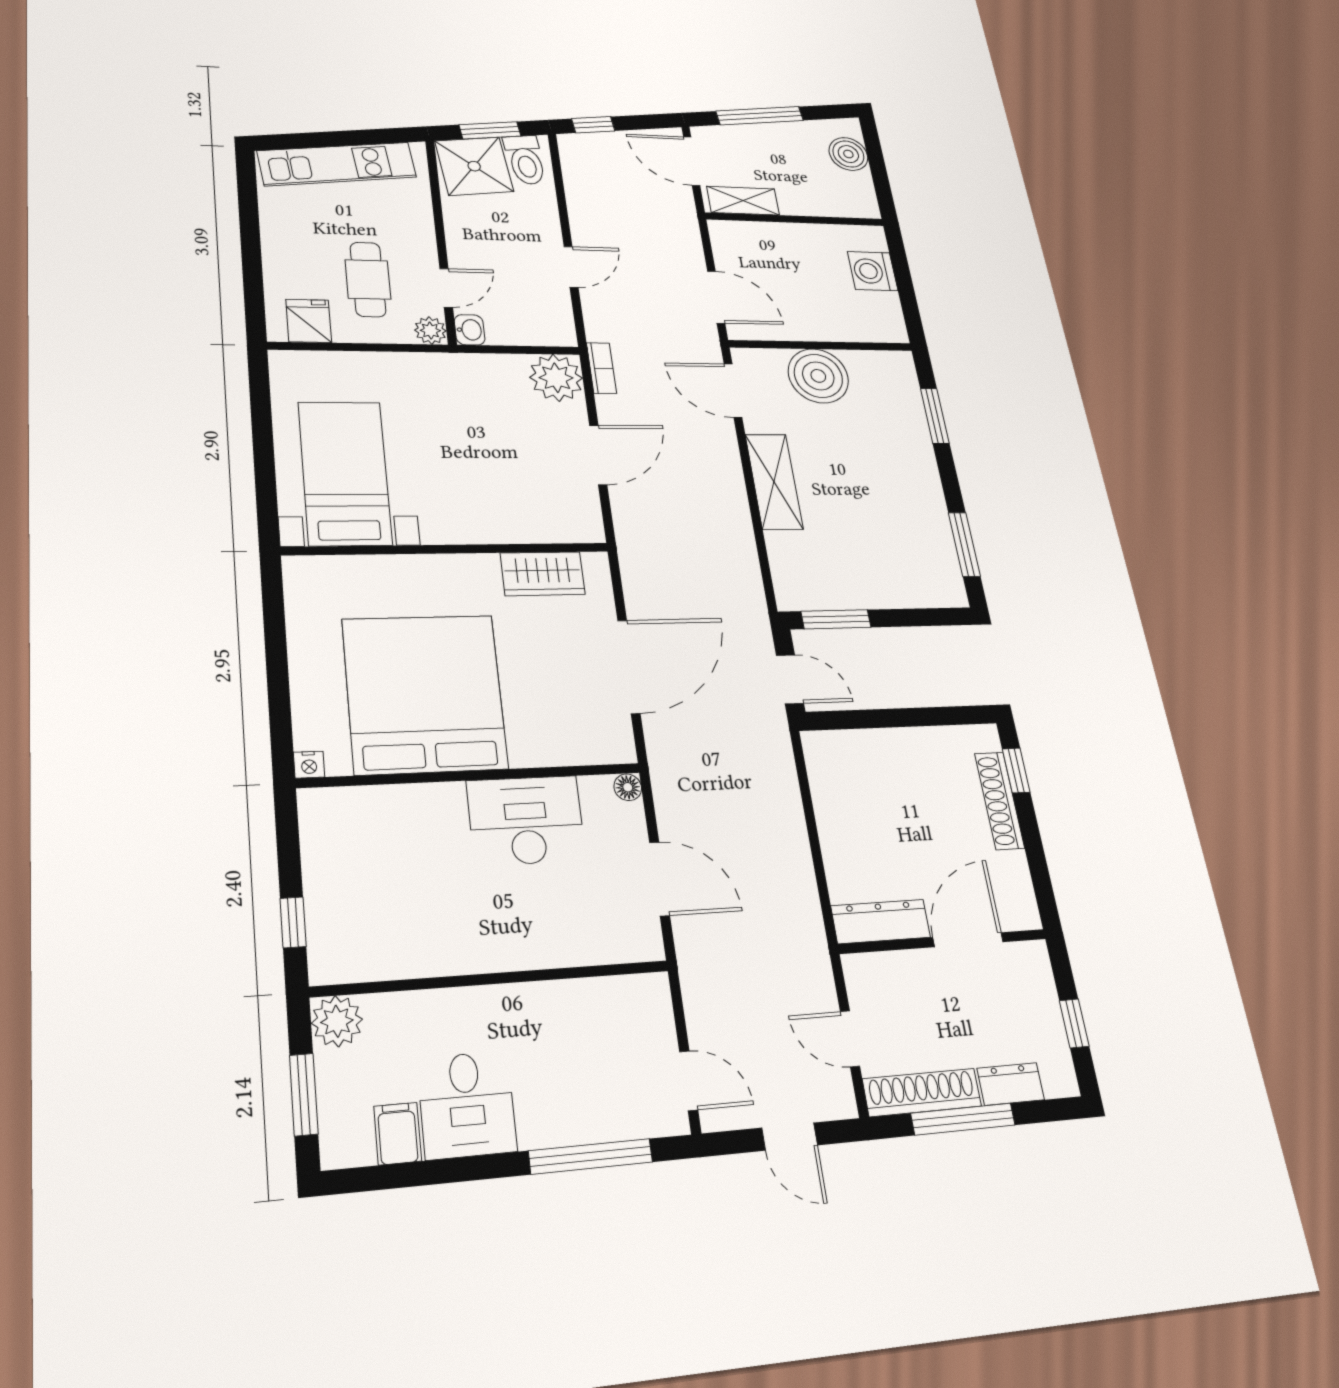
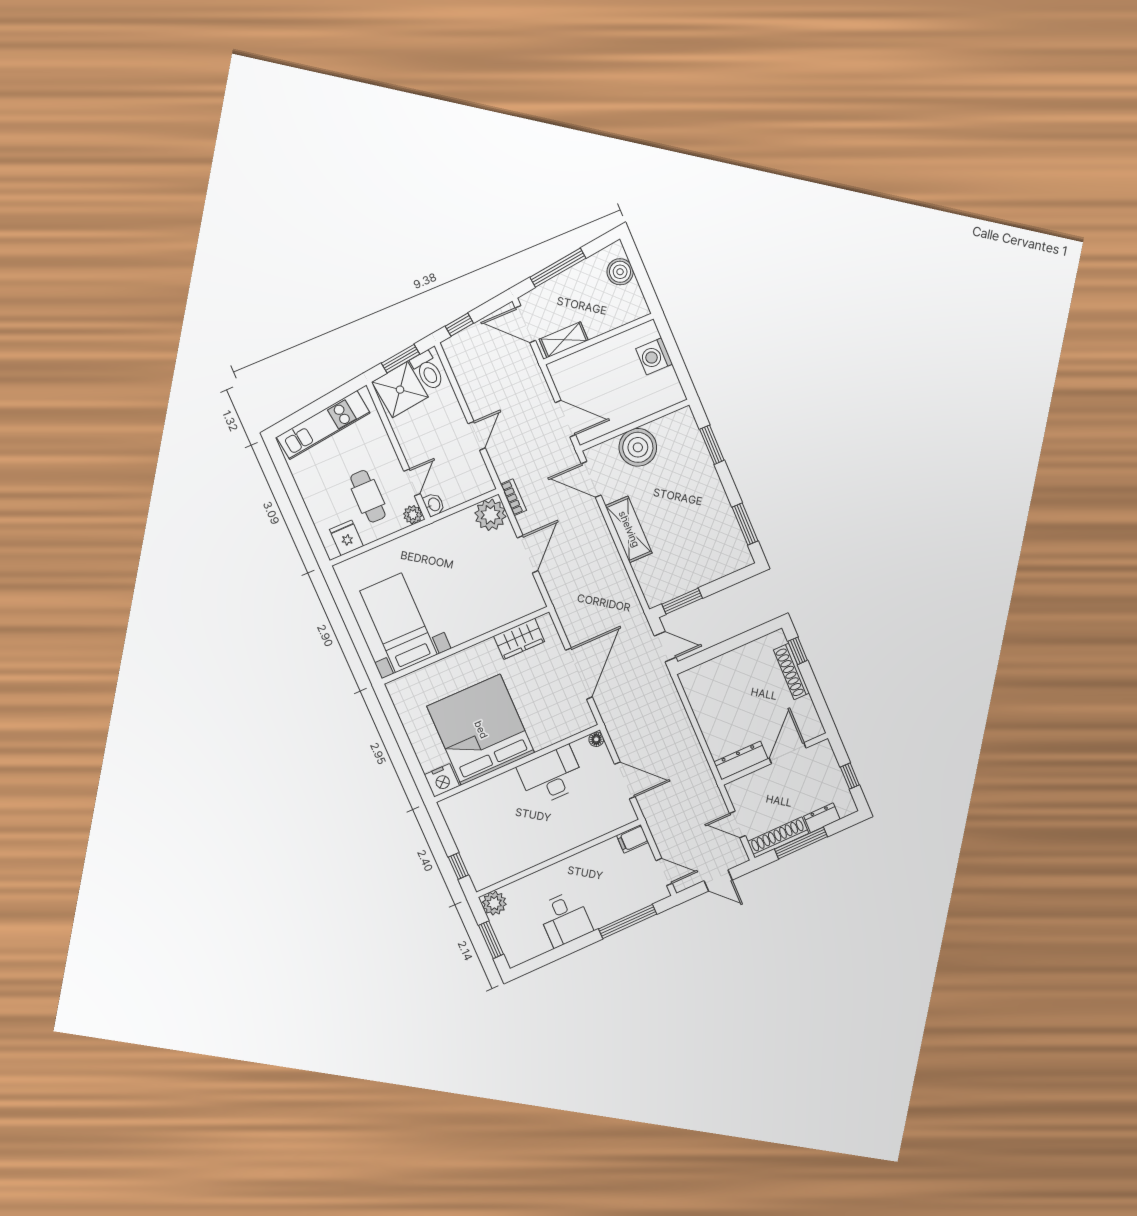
nightstand: (309, 765) -> (442, 780), width x1.89, depth x1.79
filing cabinet: (398, 1134) -> (633, 839), moved, turned -90

